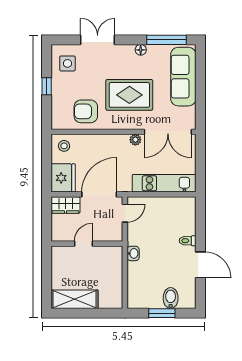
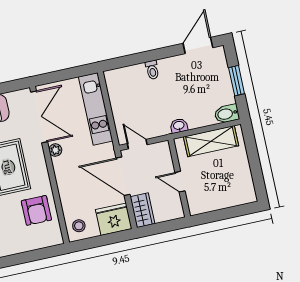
window: (47, 86) -> (18, 259), removed
door: (200, 265) -> (198, 45), moved
bidet: (171, 298) -> (227, 114), moved
shelving: (74, 299) -> (211, 141), moved, turned 90

